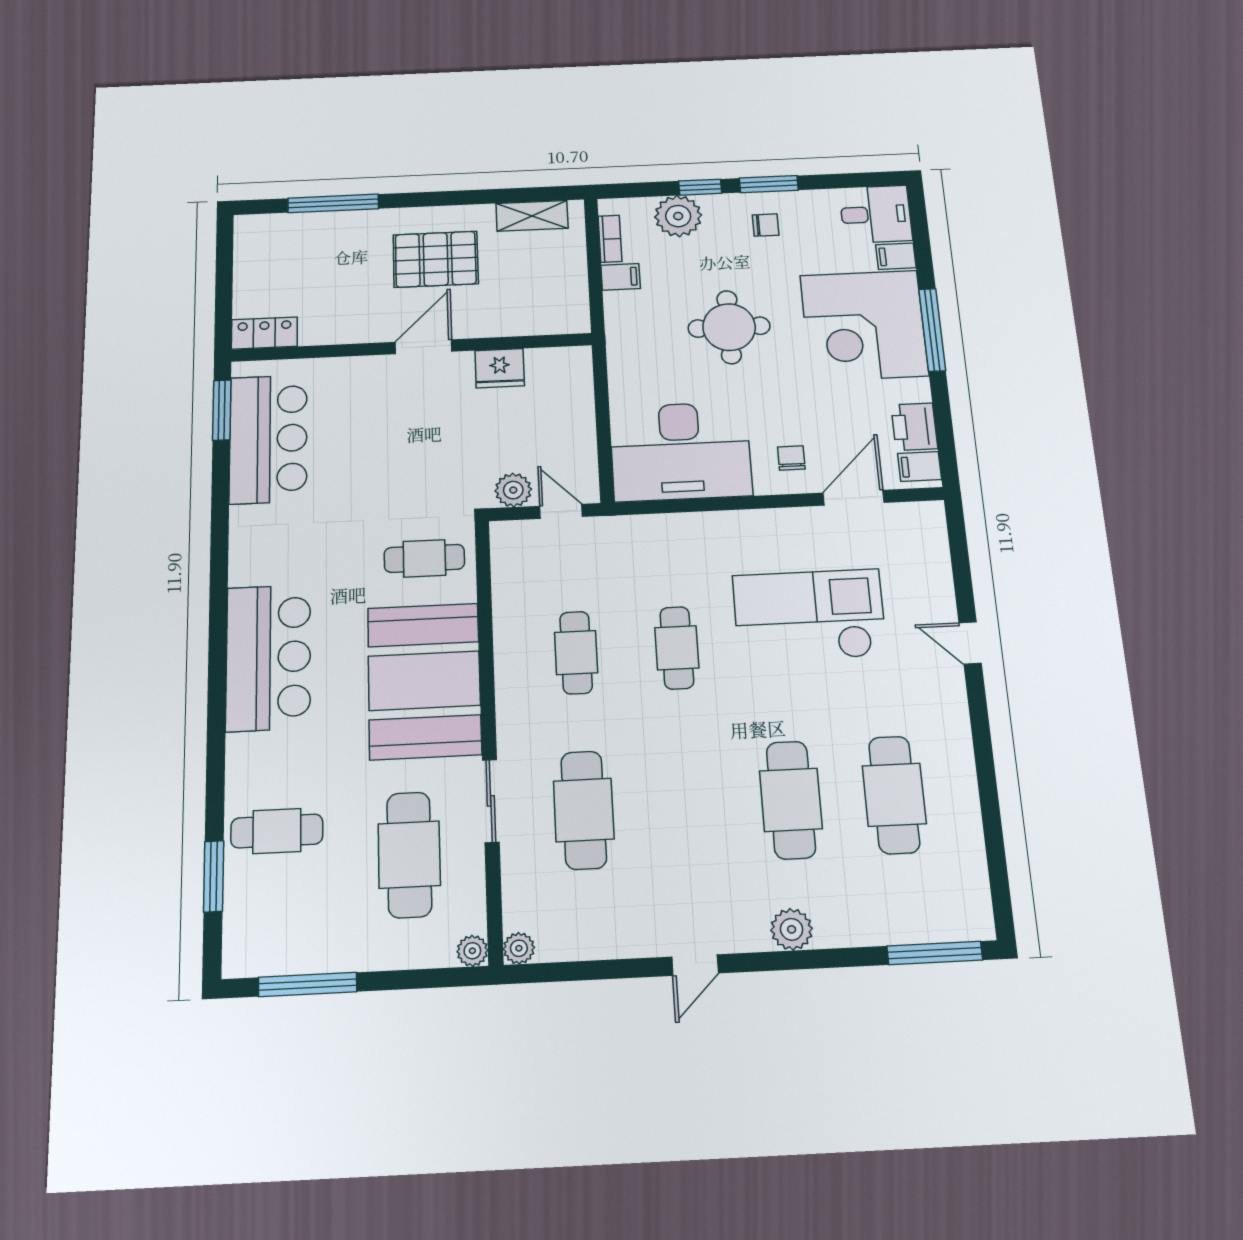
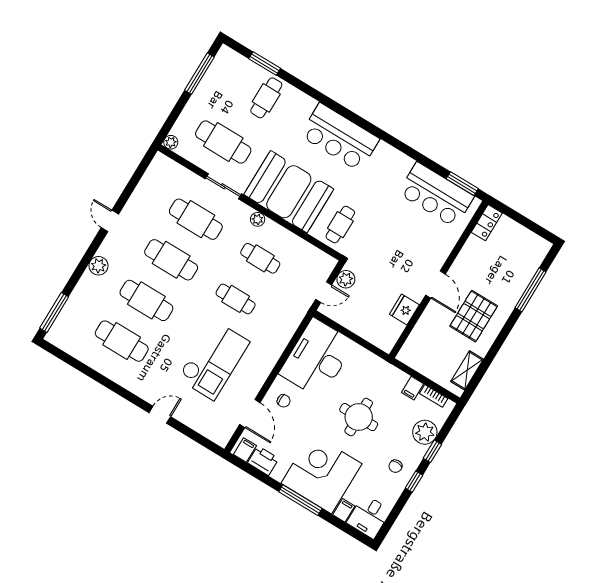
window: (769, 184) -> (414, 482), width x0.67
cafe table: (687, 805) -> (171, 260), added
plant: (519, 948) -> (258, 219), moved

